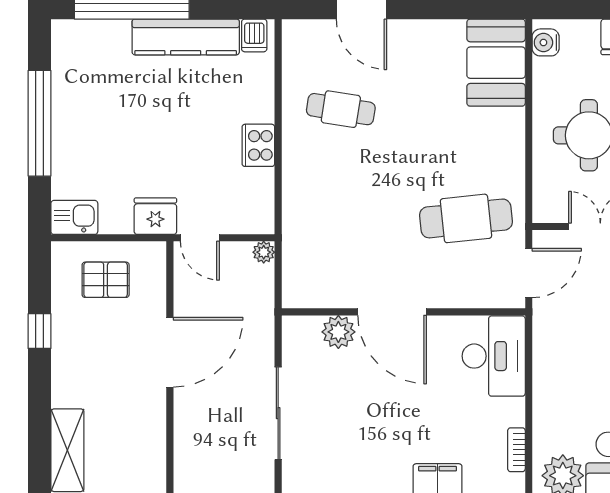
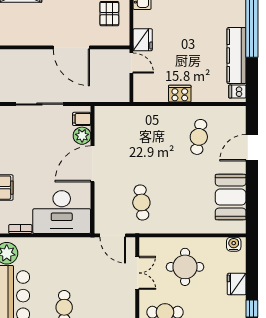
booth: (496, 63) -> (231, 197), moved, turned 90
cafe table: (466, 218) -> (141, 202), width x0.73, depth x0.74
door: (200, 238) -> (131, 63), swing flipped
plant: (264, 252) -> (124, 96), removed
filing cabinet: (307, 332) -> (82, 119), added
desk: (494, 356) -> (62, 212), width x1.36, depth x1.30

